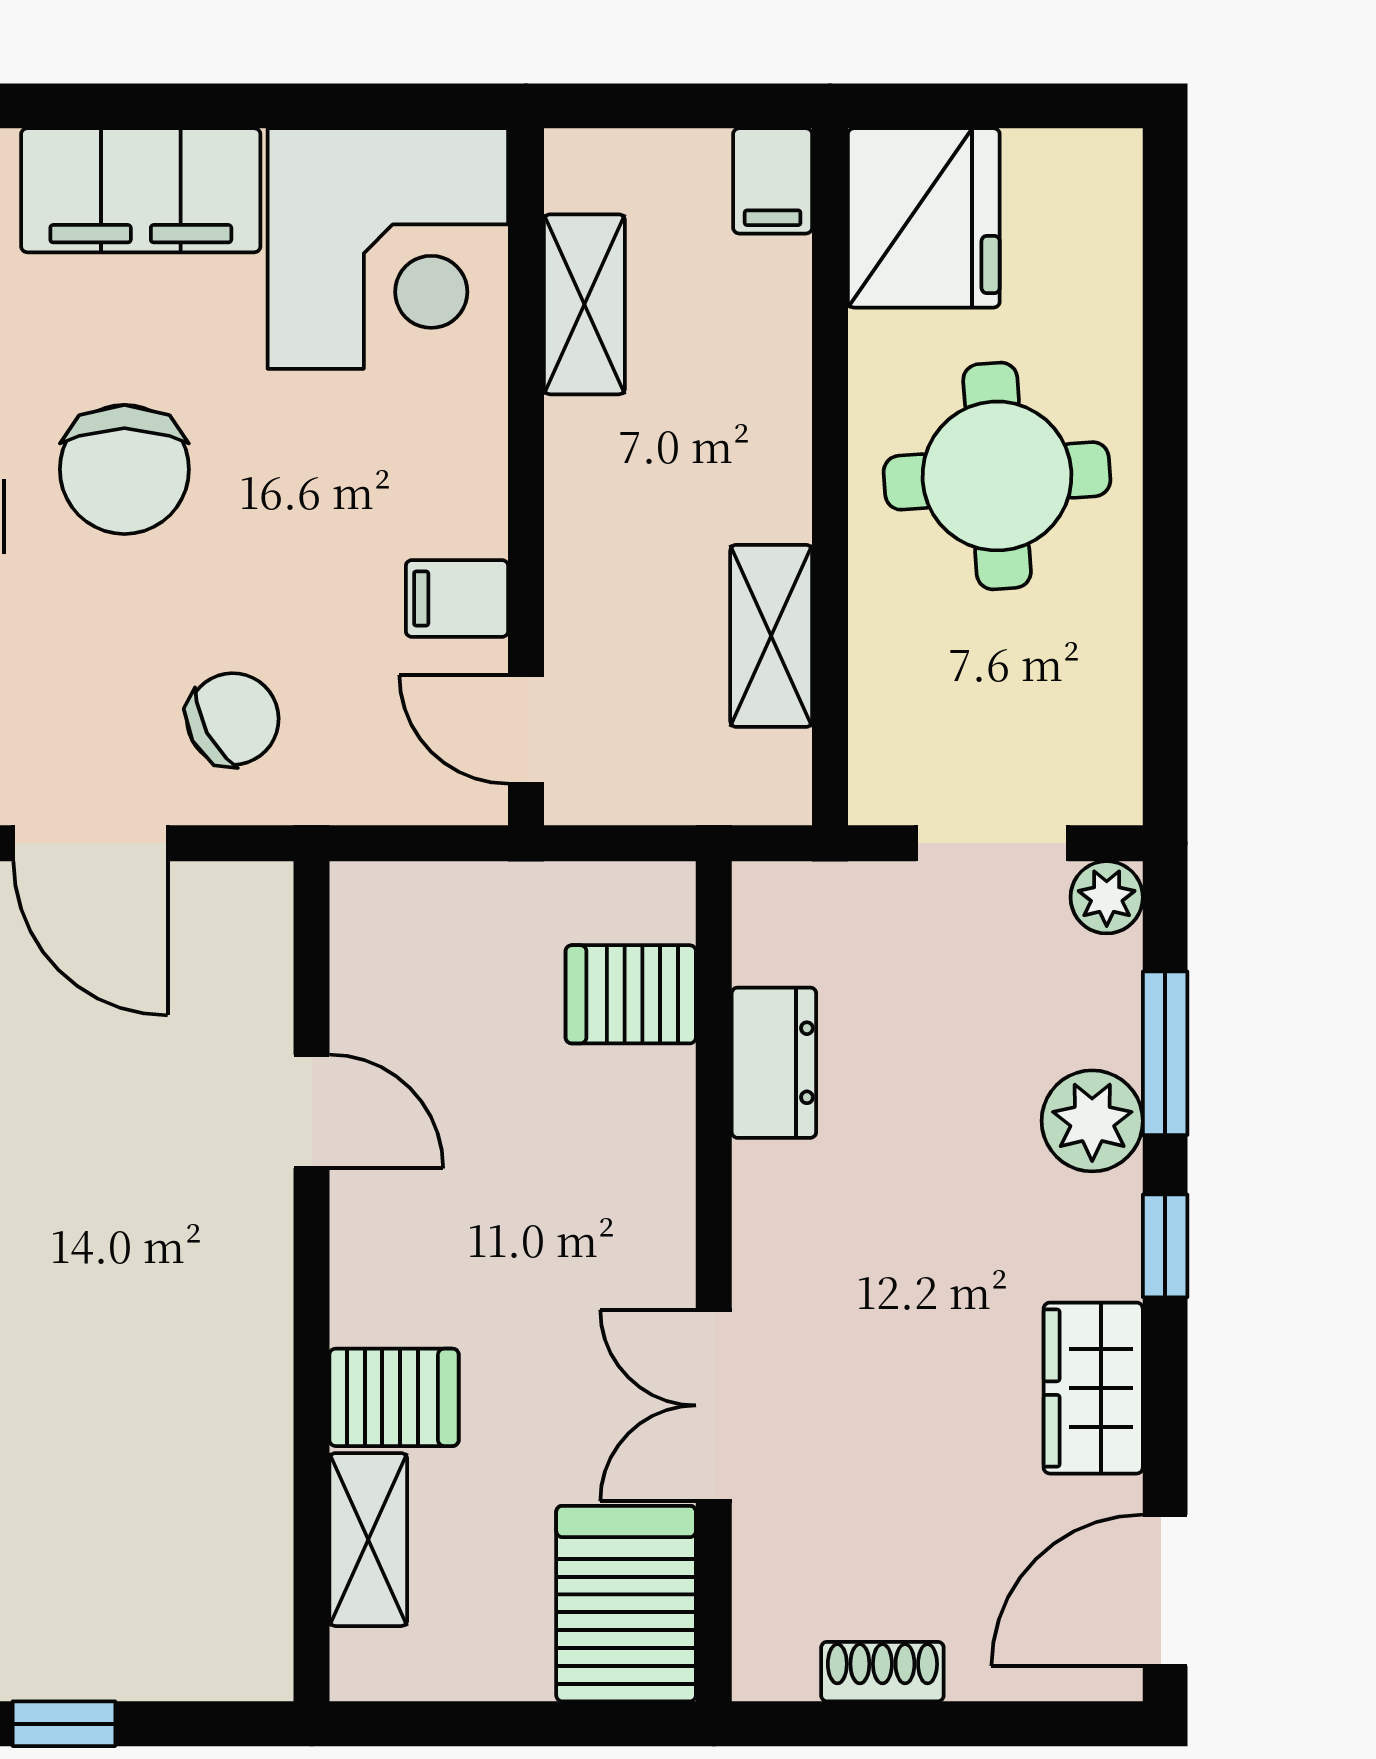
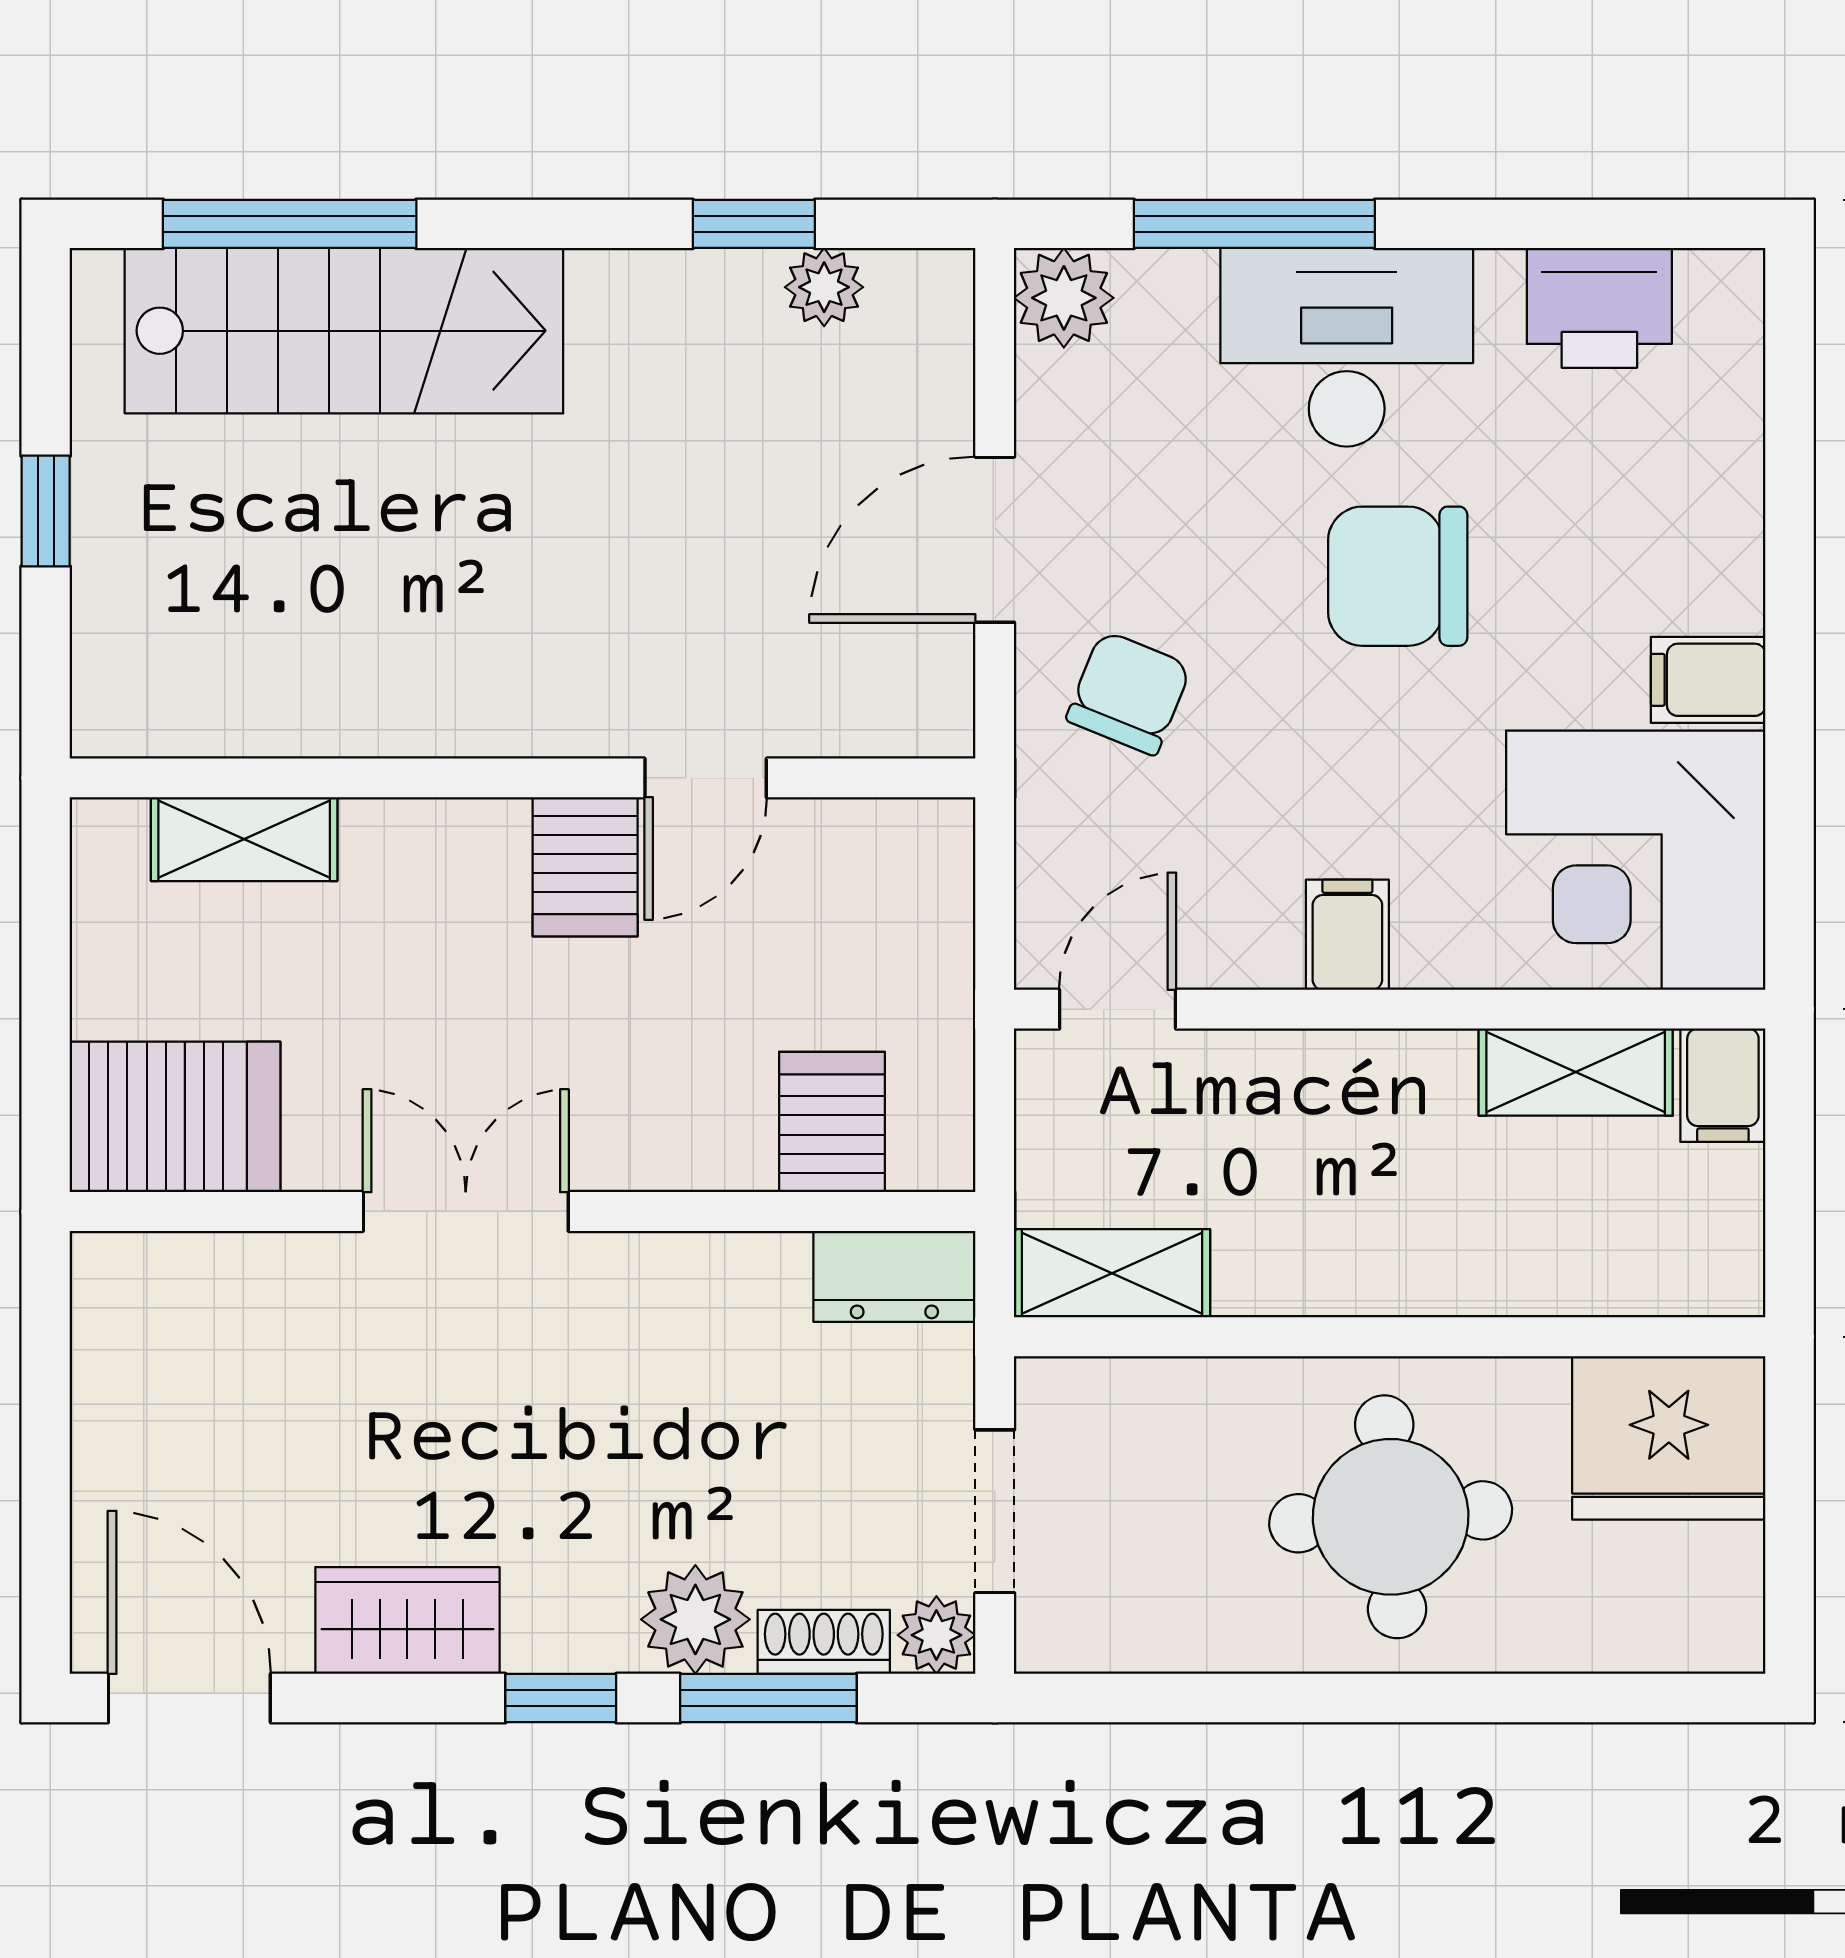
filing cabinet: (773, 181) -> (1723, 1085), moved, turned -90
filing cabinet: (141, 190) -> (1708, 680), width x0.33, depth x0.86
filing cabinet: (457, 598) -> (1347, 935), moved
shelving: (771, 636) -> (1112, 1273), moved
chair: (233, 719) -> (1129, 693), turned -130
dresser: (774, 1063) -> (894, 1276), moved
server rack: (394, 1397) -> (585, 867), moved
double door: (714, 1405) -> (466, 1211), moved
shoe rack: (882, 1672) -> (824, 1642), moved, turned -90

